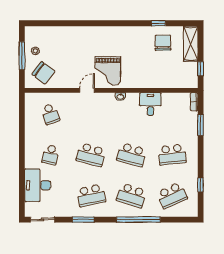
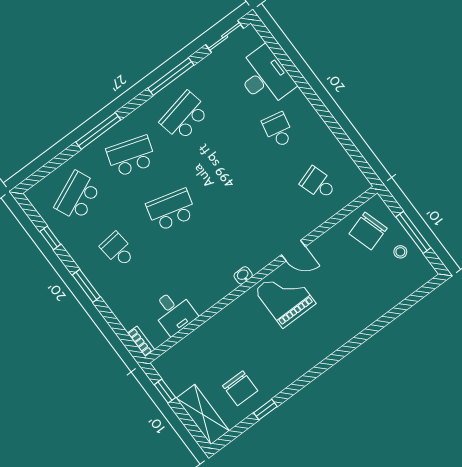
chair: (43, 73) -> (368, 231), turned -54
door: (87, 90) -> (293, 251), hinge flipped
desk: (150, 104) -> (174, 312), moved
window: (201, 125) -> (86, 286), moved
school desk: (91, 155) -> (225, 170), removed
school desk: (172, 155) -> (118, 250), width x0.54
window: (83, 220) -> (171, 77), width x1.44
window: (138, 220) -> (98, 131), width x0.68

